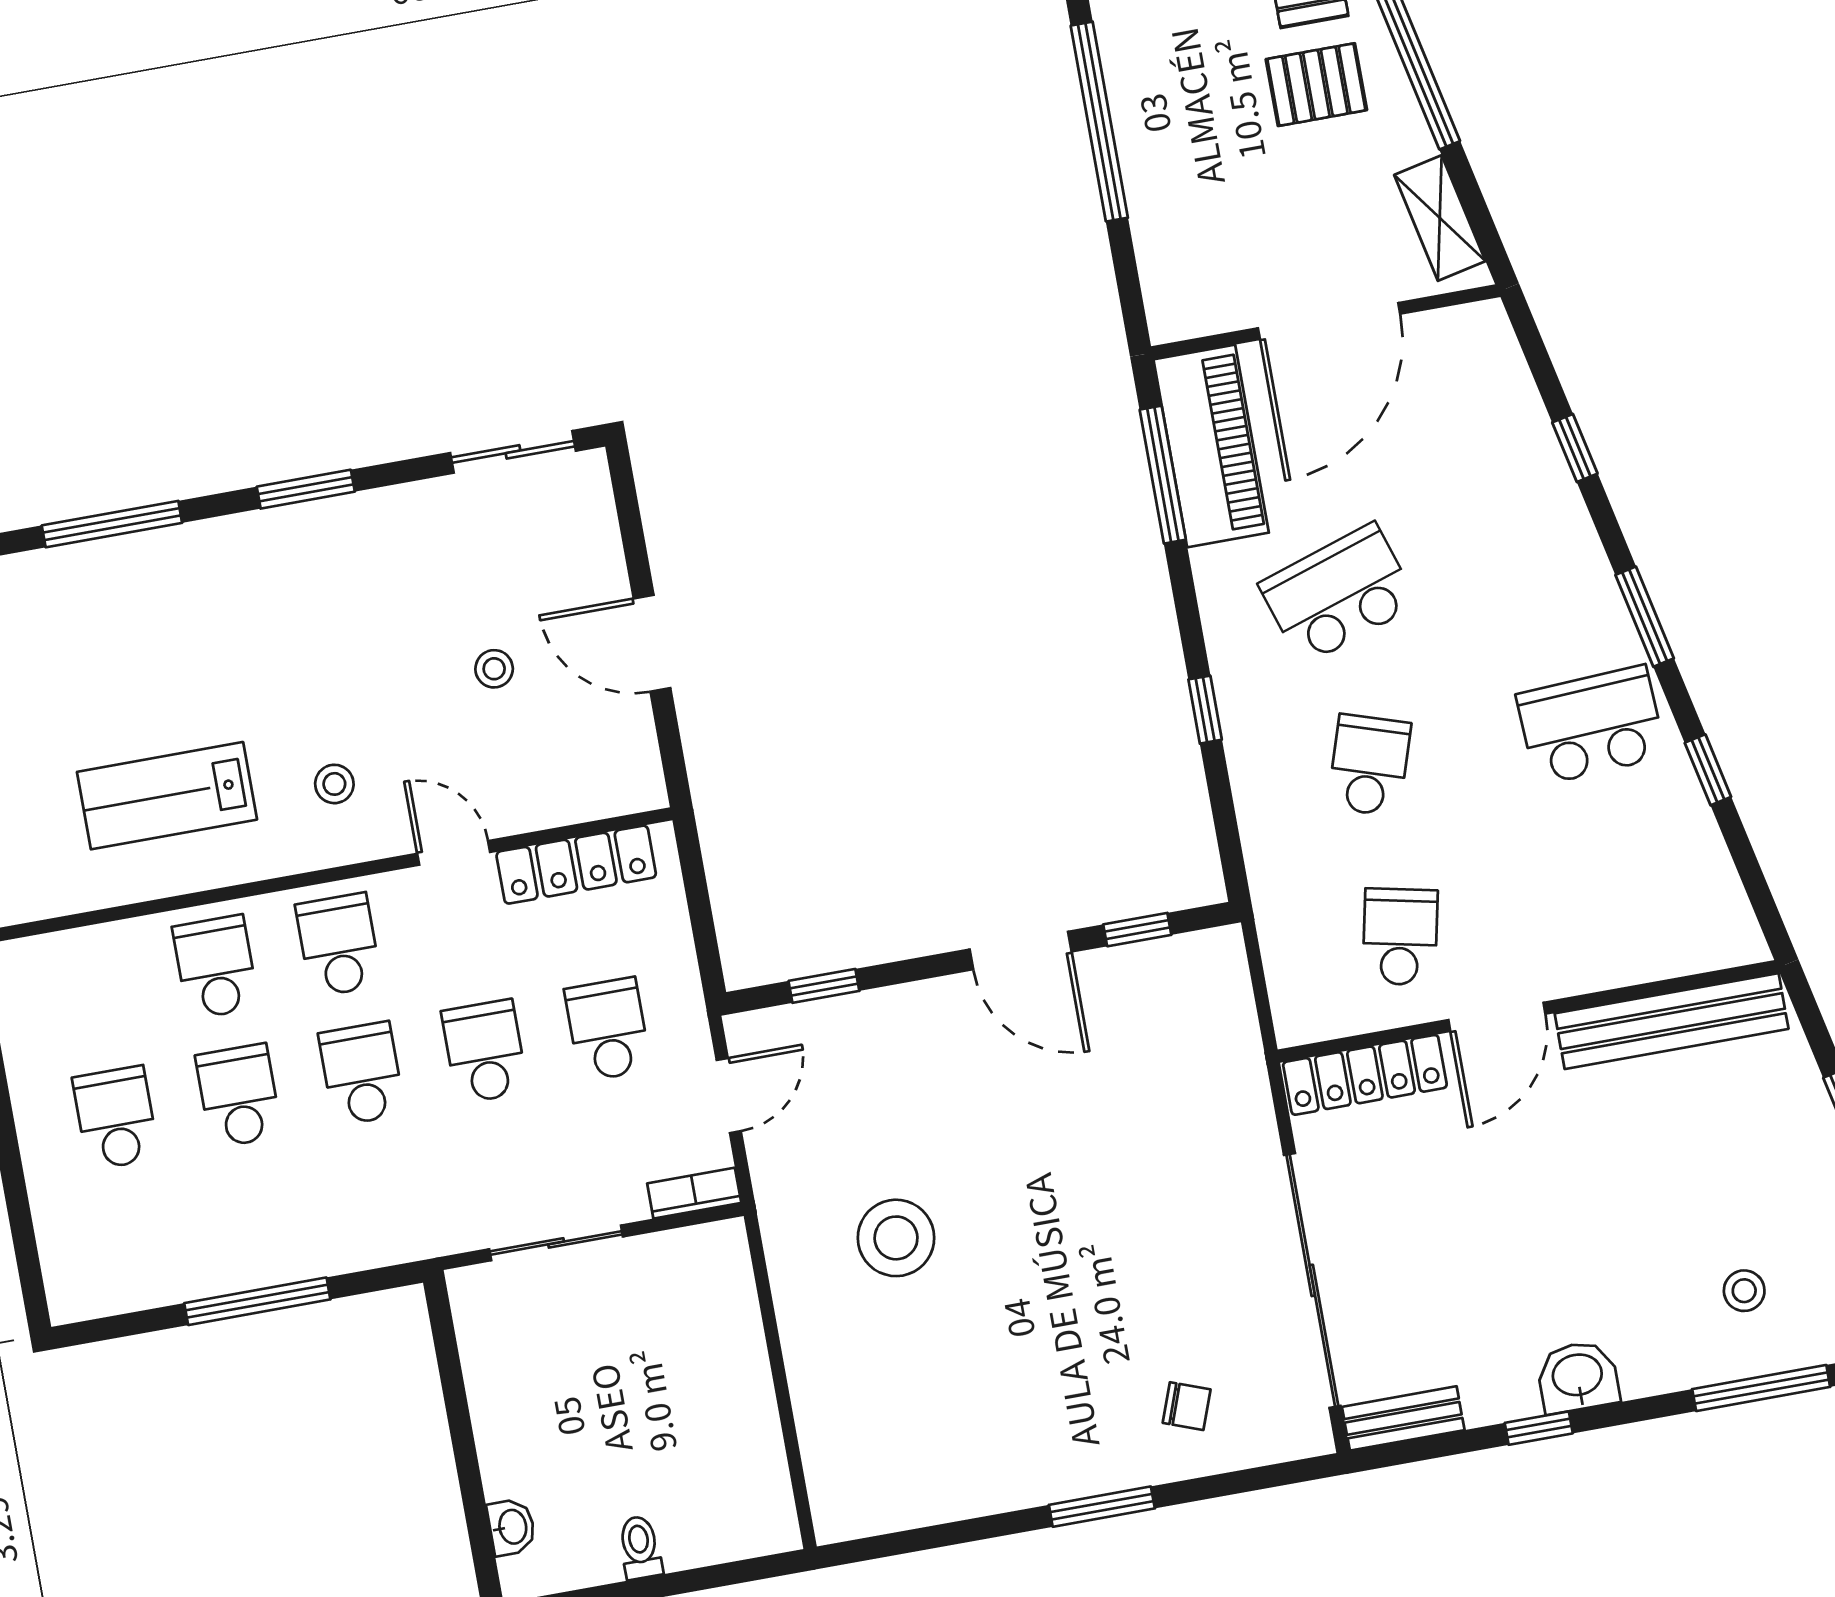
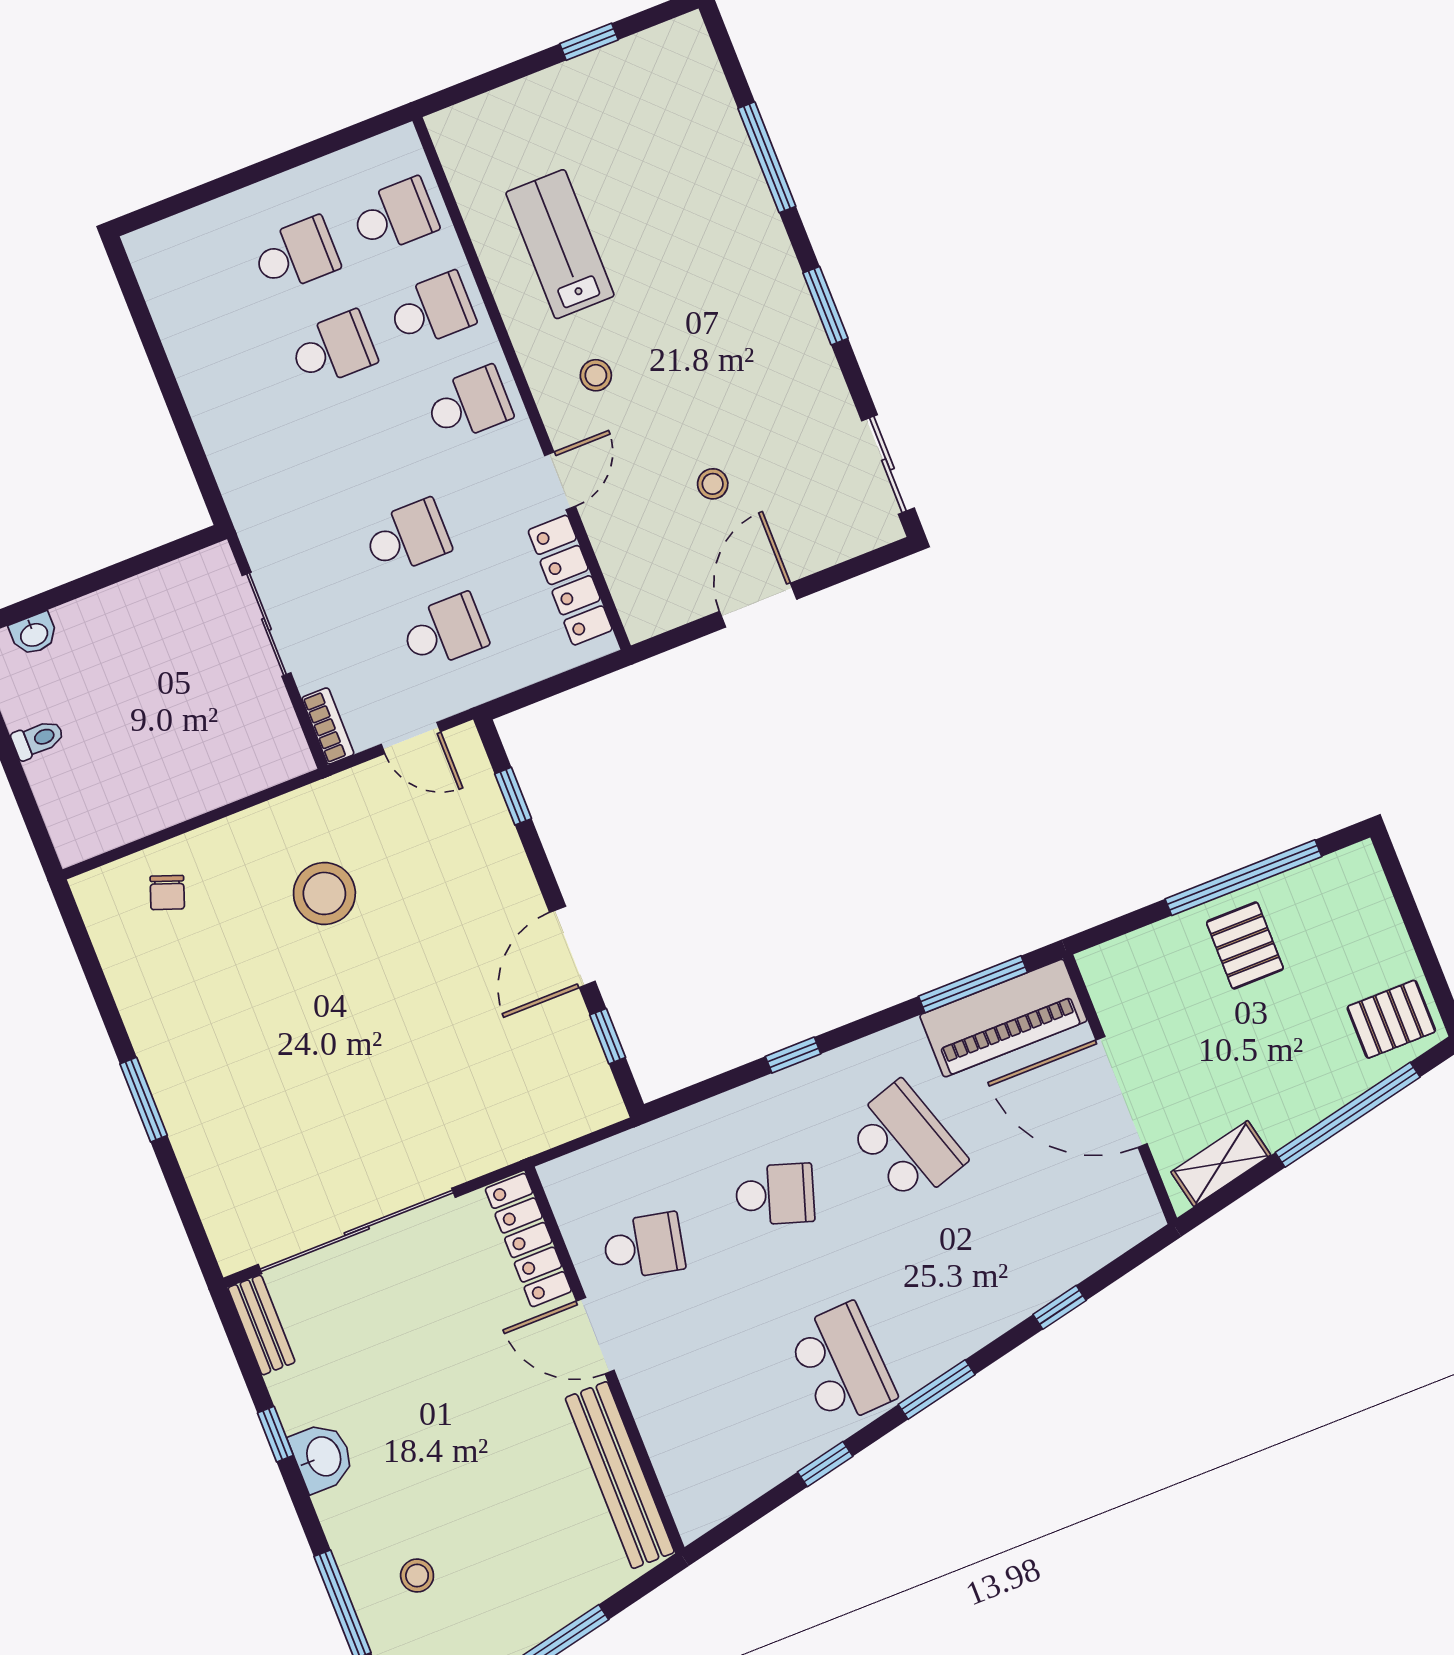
pallet: (1316, 85) -> (1245, 945), moved
school desk: (362, 1074) -> (394, 216), moved
window: (257, 1301) -> (173, 396), removed
chair: (1187, 1406) -> (167, 893), moved

